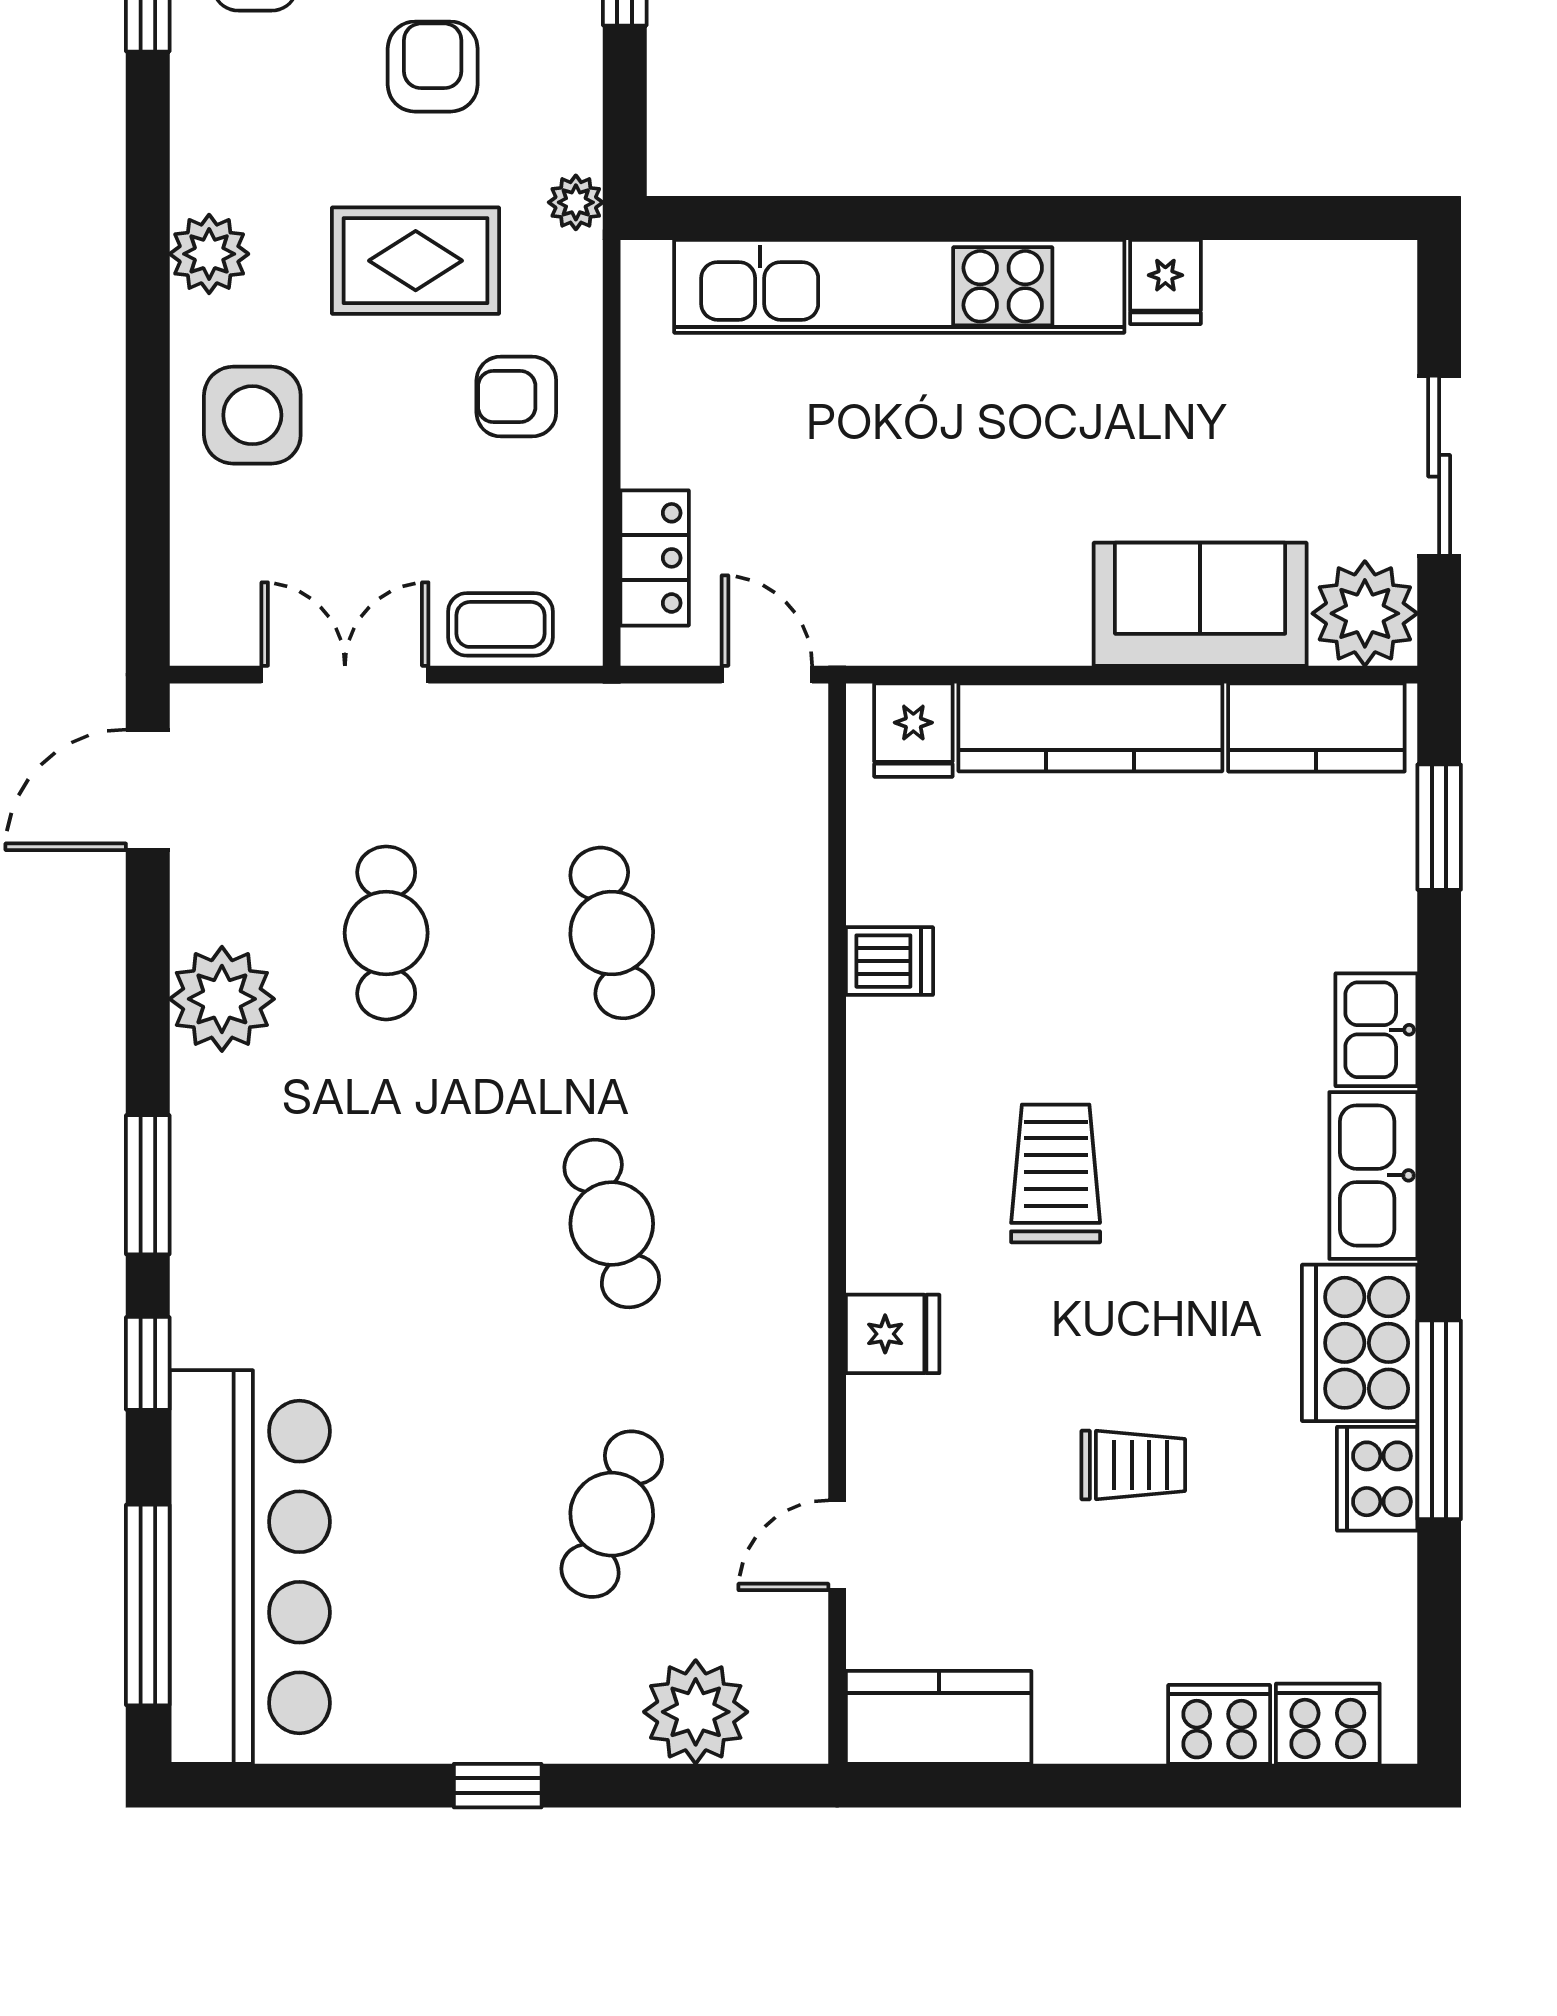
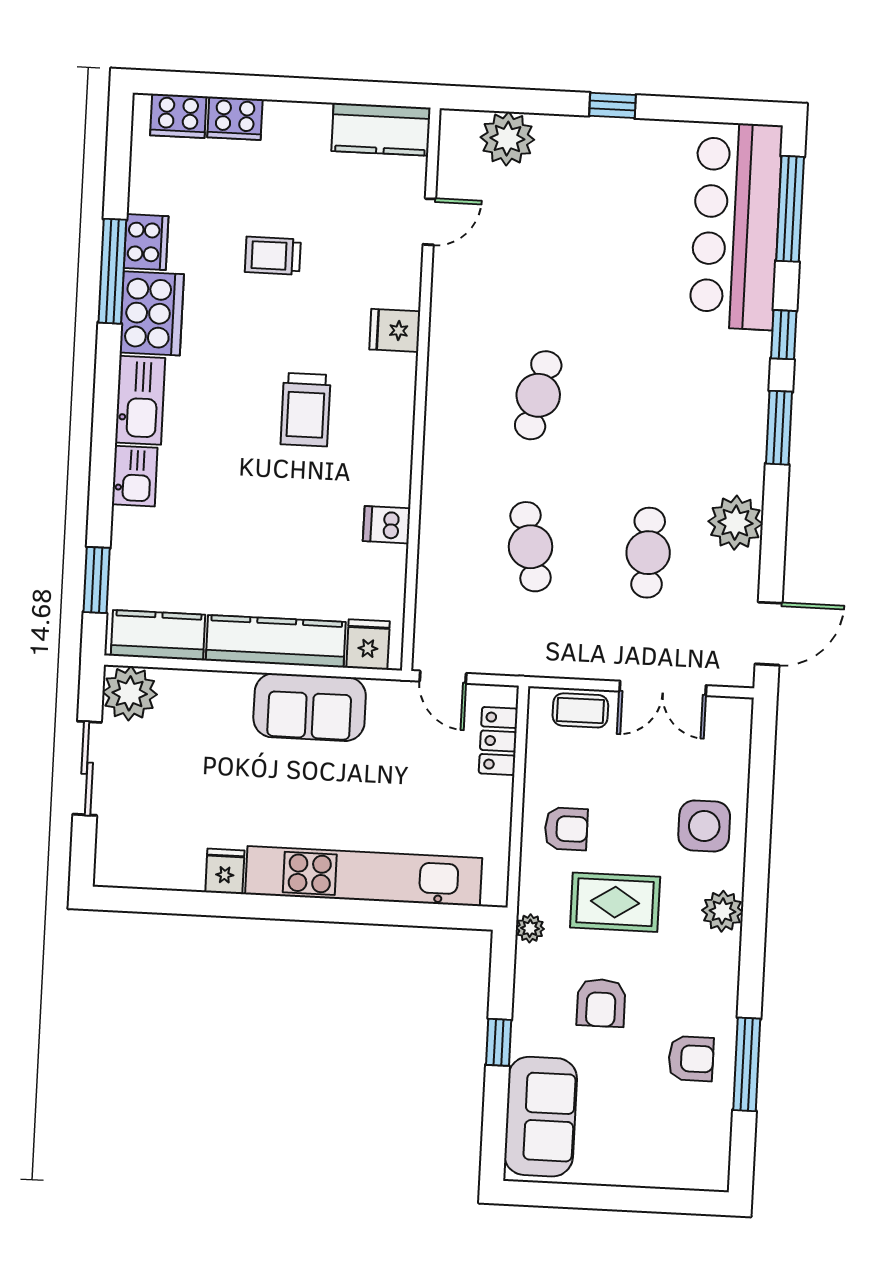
sofa: (1200, 604) -> (310, 707), moved
cafe table: (612, 1224) -> (538, 395), turned 30
cafe table: (612, 1514) -> (546, 244), removed

